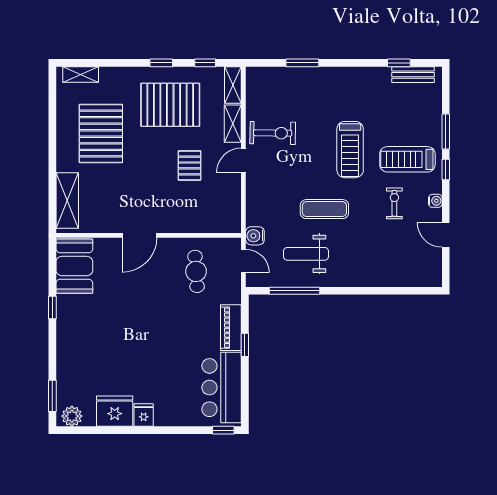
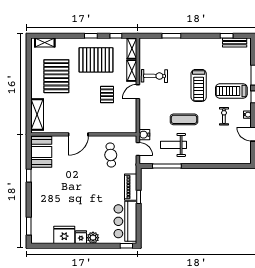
plant: (72, 416) -> (93, 238), moved

